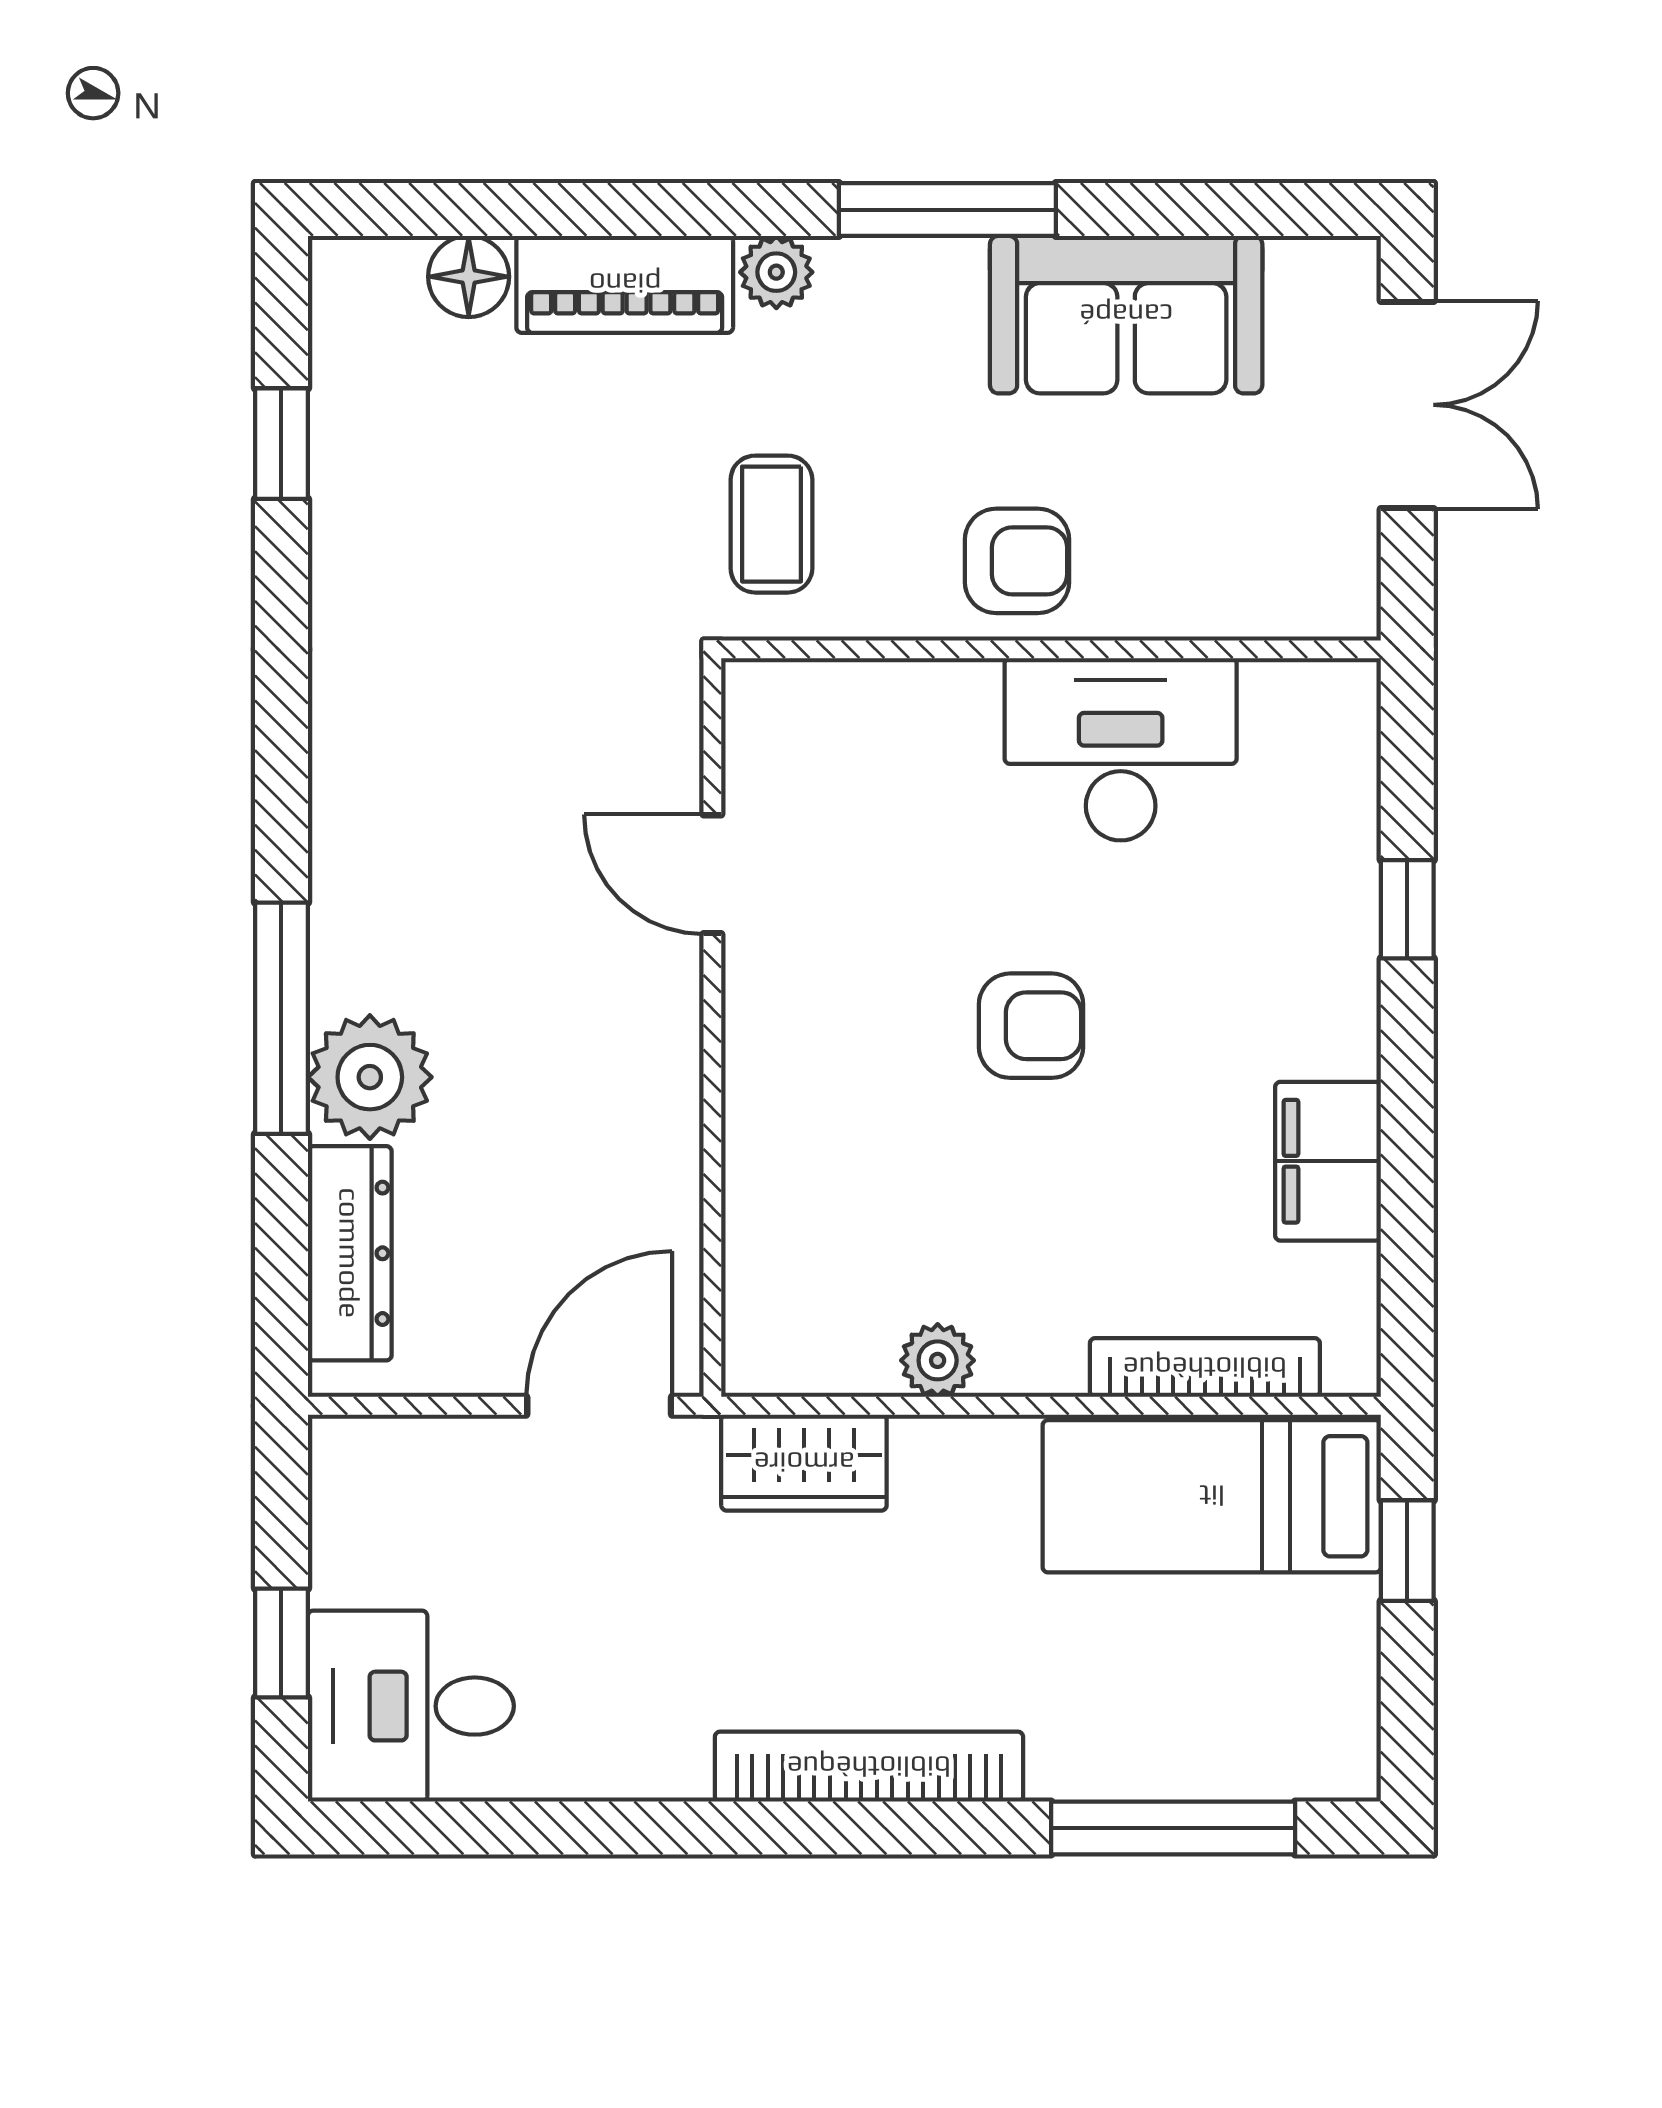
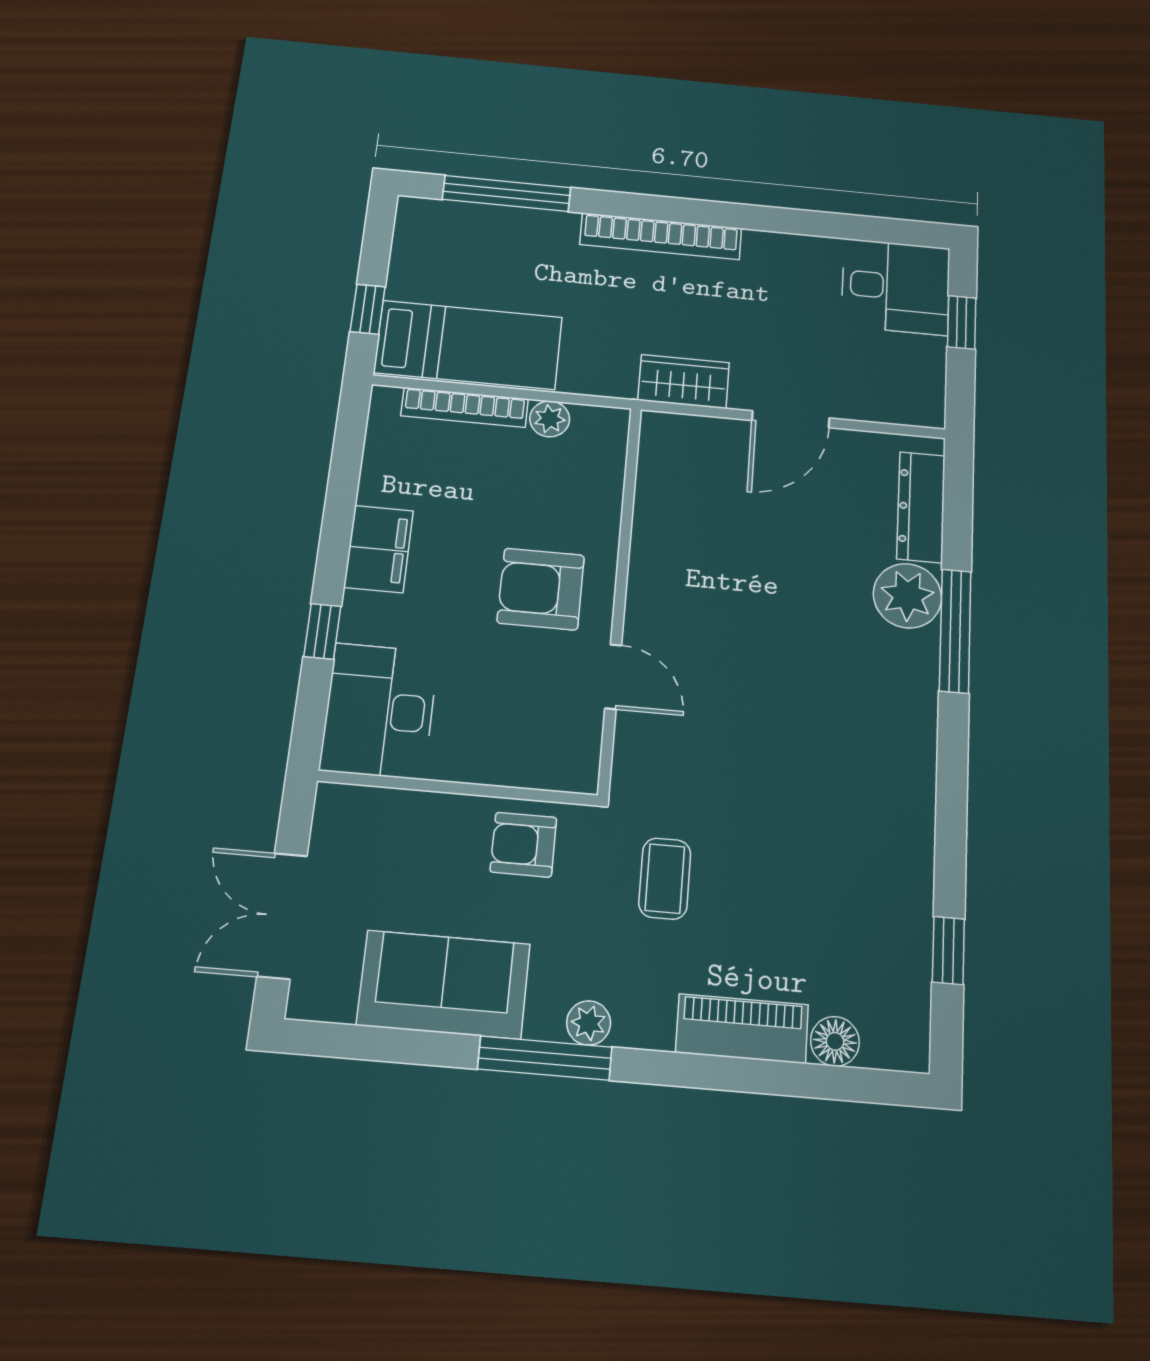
plant: (776, 272) -> (589, 1023), moved
desk: (1121, 749) -> (379, 711), moved, turned 90
door: (712, 874) -> (613, 677), moved
armchair: (1031, 1026) -> (541, 589), width x1.38, depth x1.38
wall: (712, 1028) -> (620, 595), moved
filing cabinet: (1328, 1161) -> (379, 549), moved
plant: (938, 1360) -> (550, 419), moved

